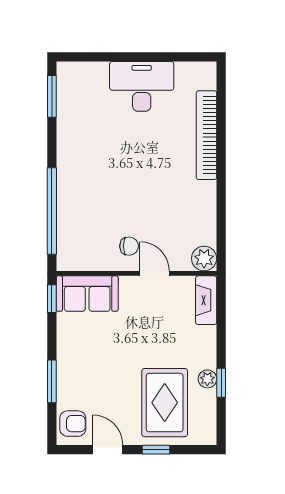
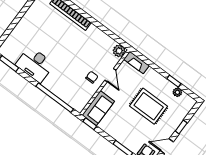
desk: (142, 86) -> (35, 64), moved, turned -90
door: (155, 273) -> (110, 75), swing flipped
plant: (207, 379) -> (177, 92), moved
rug: (165, 403) -> (149, 106), moved

